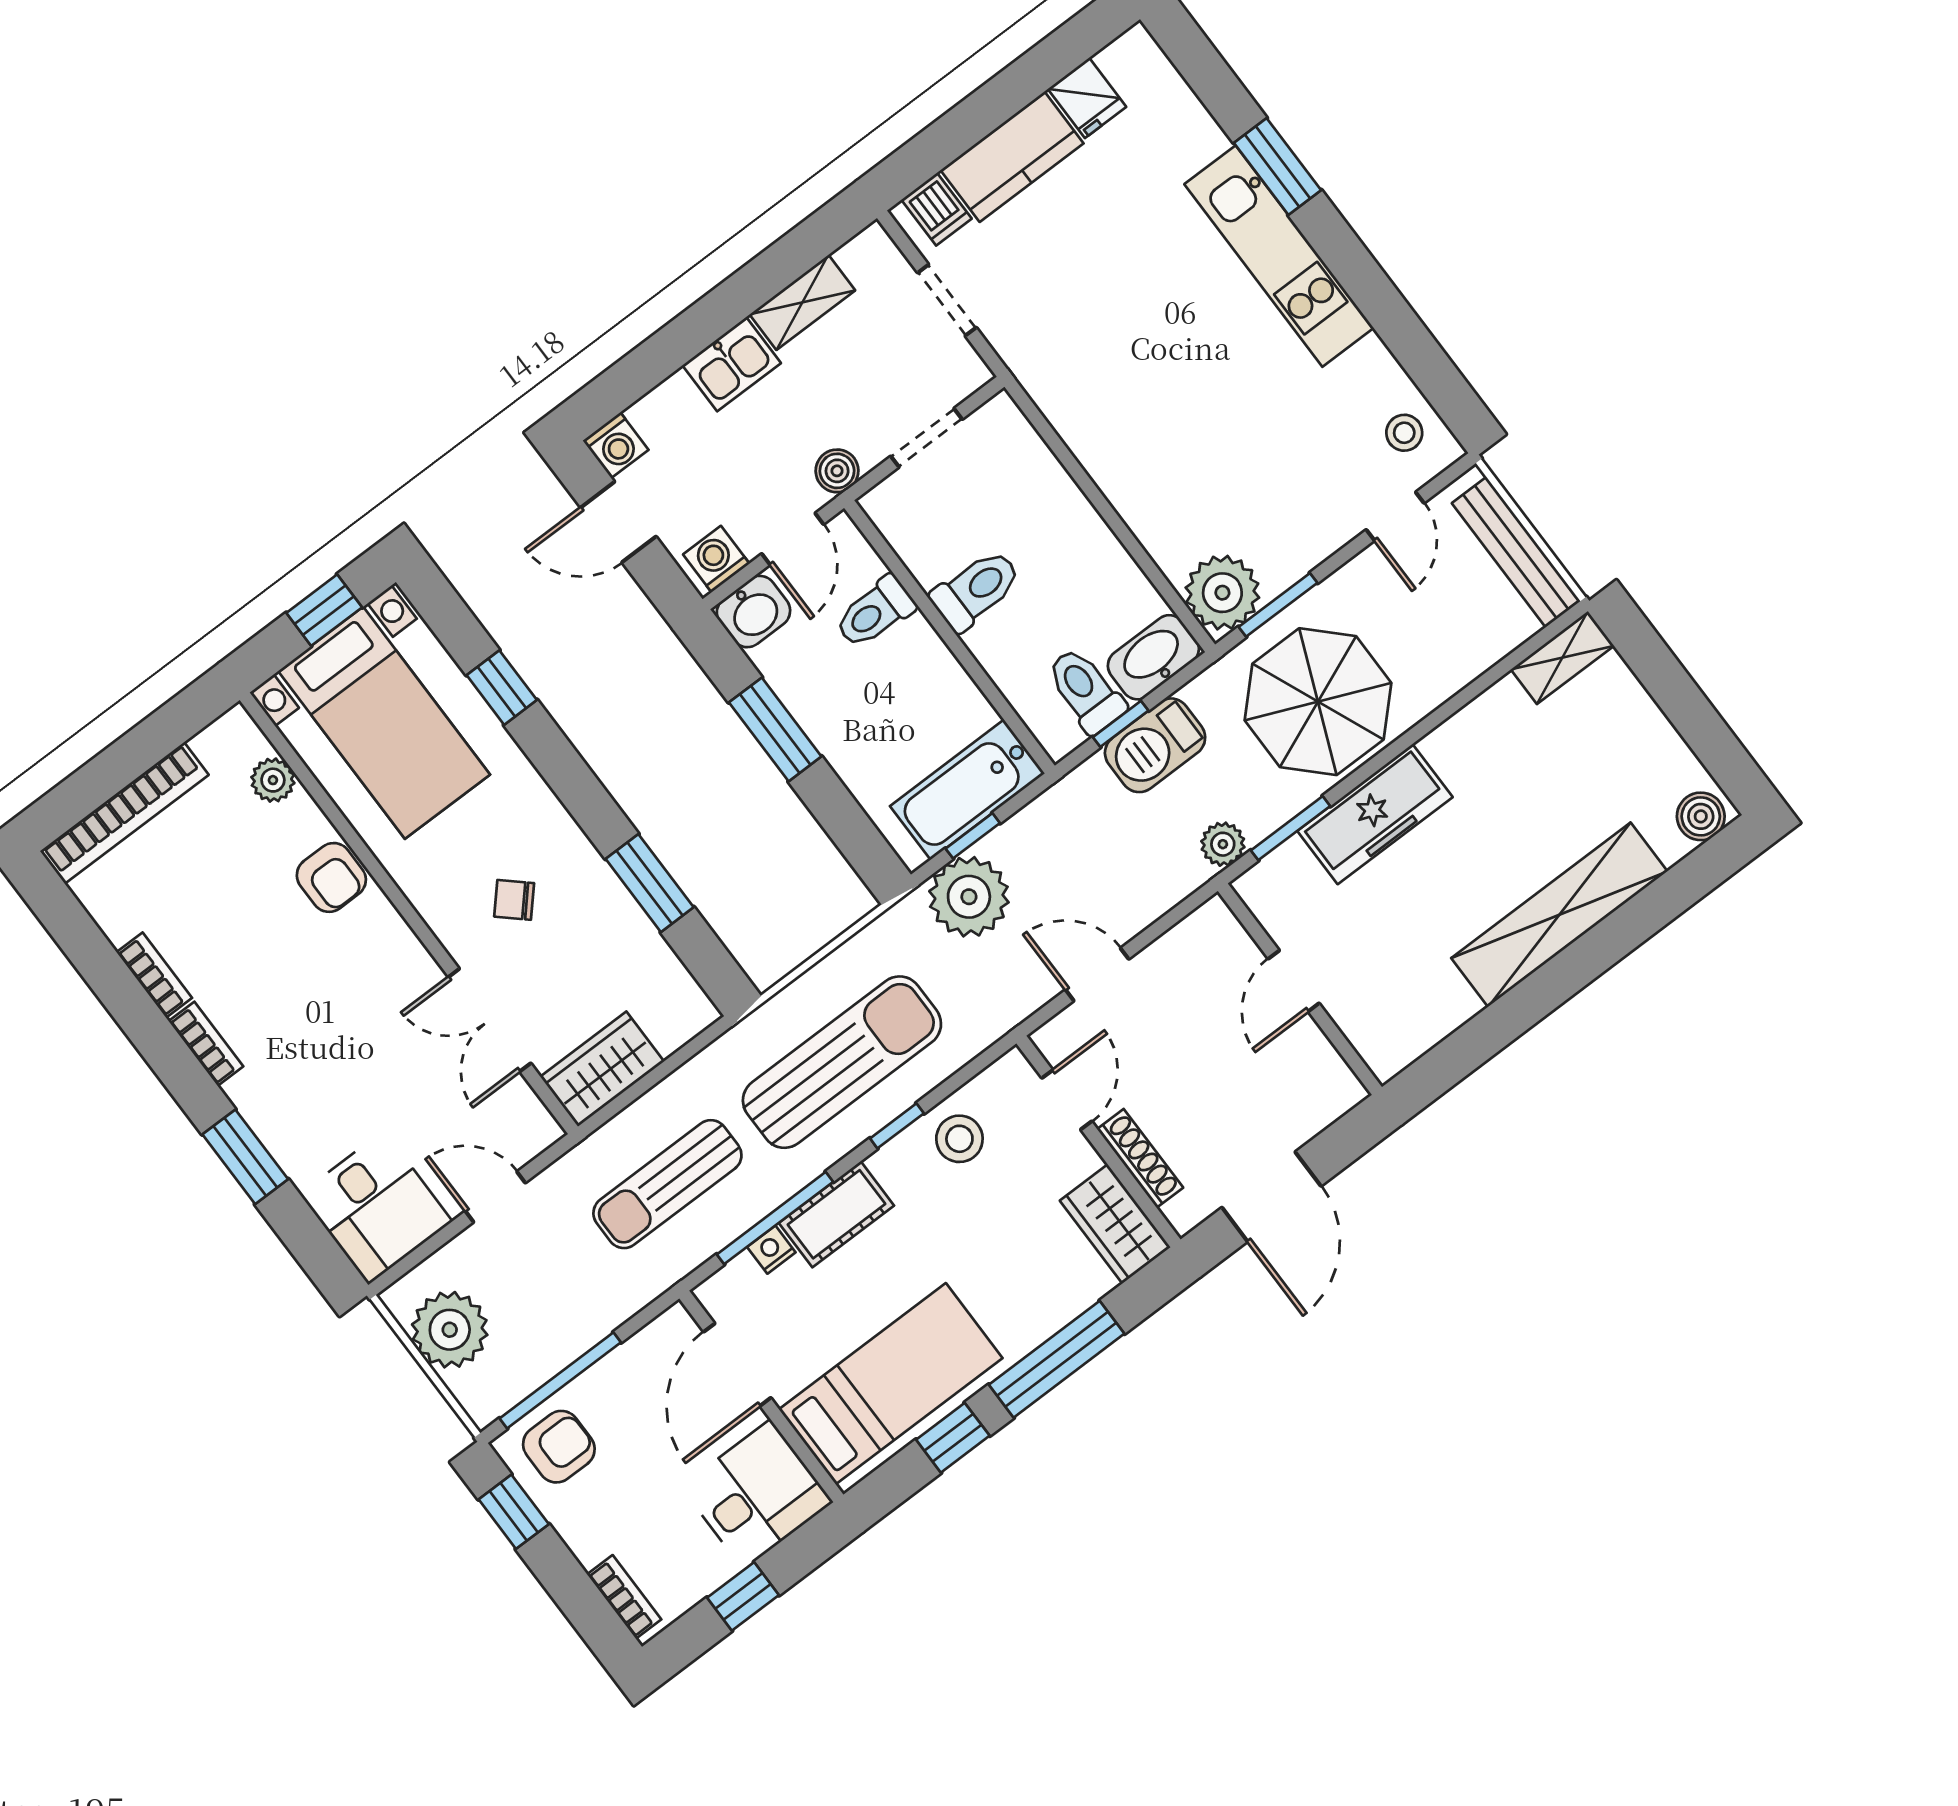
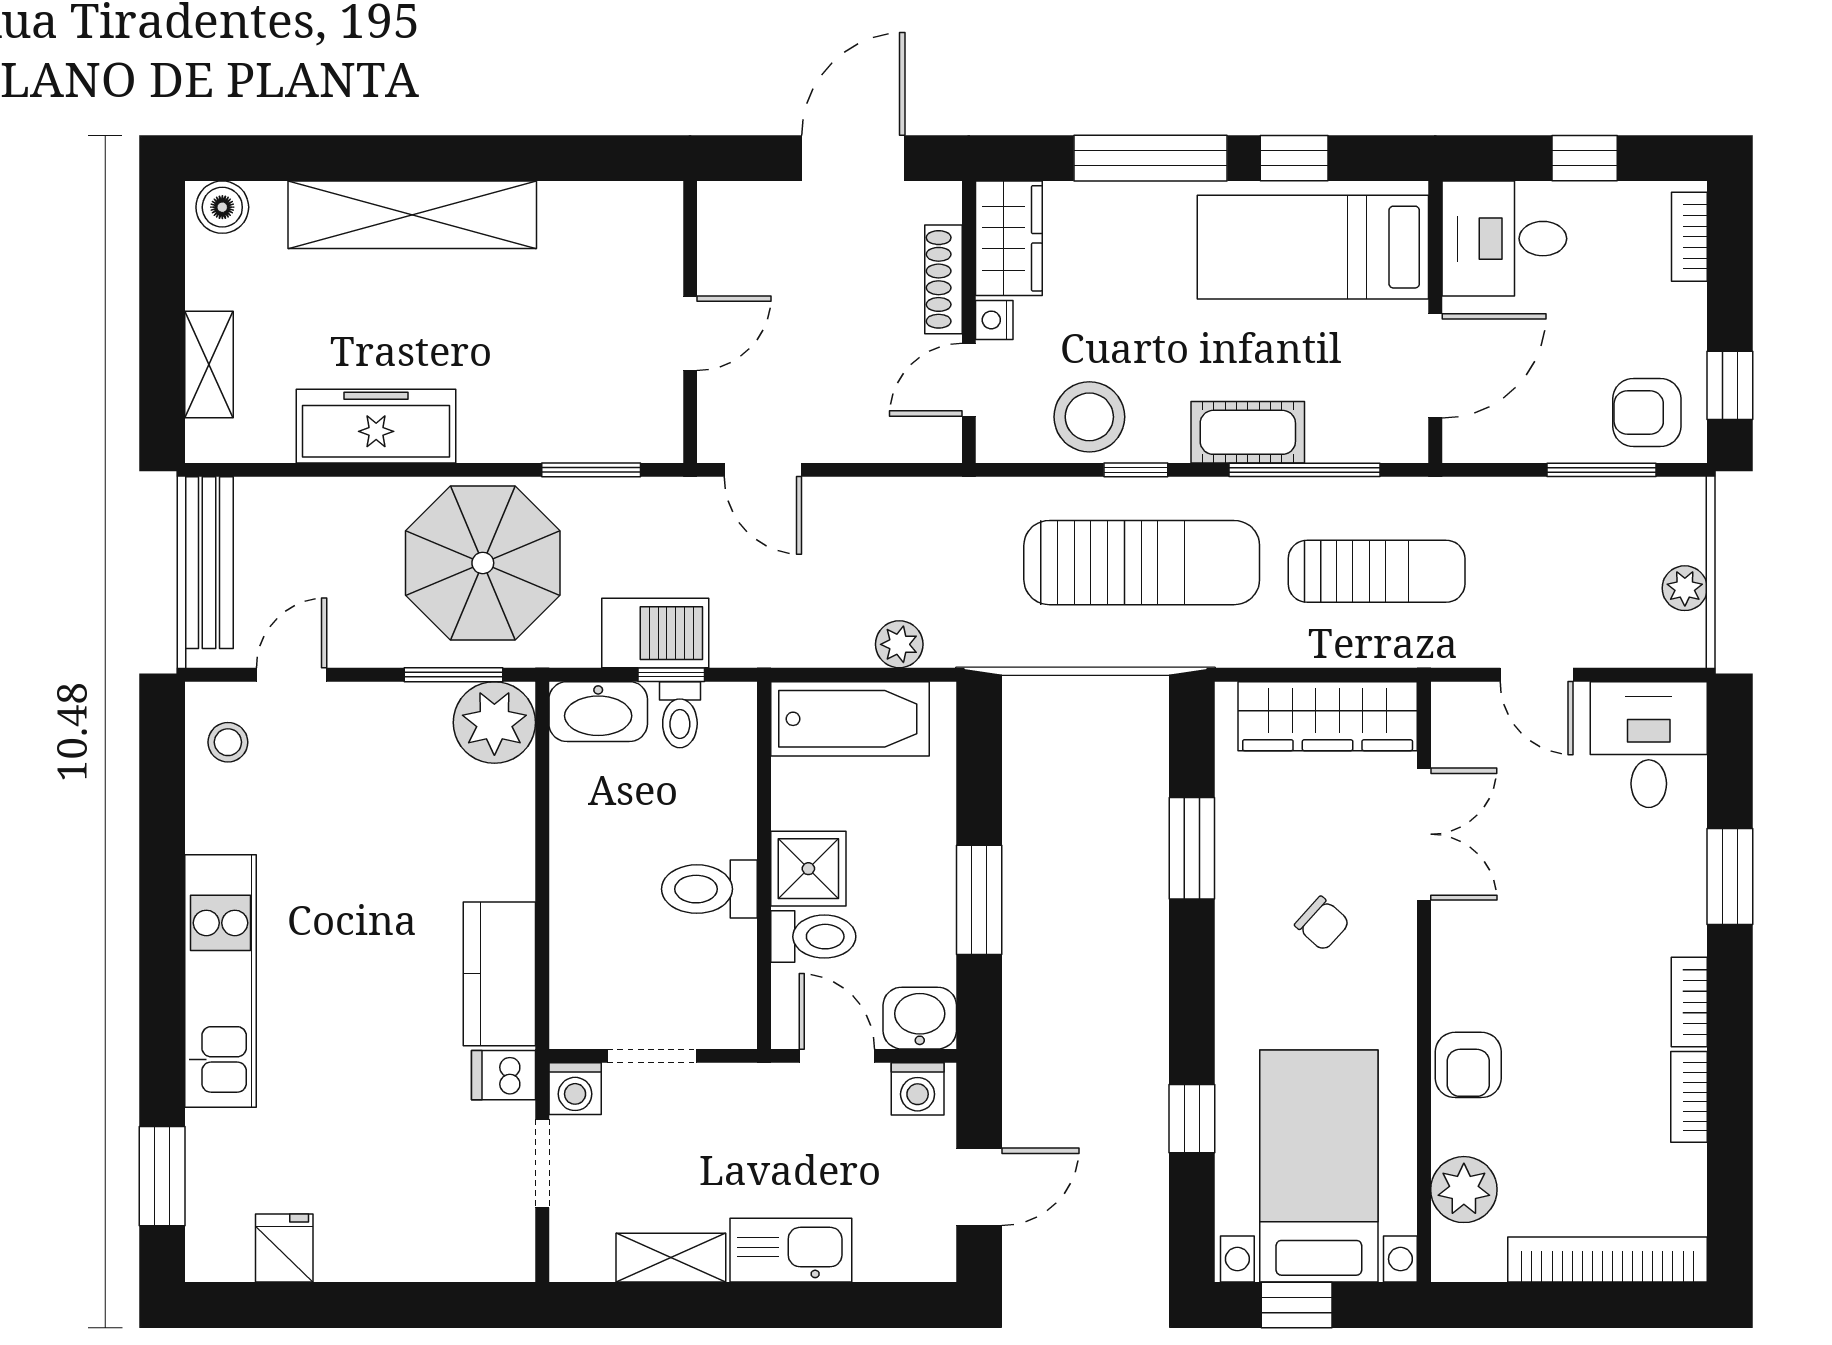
kitchen counter: (1012, 157) -> (499, 974), moved, turned -90
window: (1278, 166) -> (162, 1176), moved
dishwasher: (937, 209) -> (503, 1075), moved, turned -90
kitchen sink: (732, 364) -> (791, 1250), width x1.38
washing machine: (616, 445) -> (575, 1089), moved, turned 180
boiler: (837, 471) -> (752, 1086), removed
door: (618, 522) -> (979, 1187), hinge flipped
door: (793, 539) -> (837, 1056), hinge flipped
shelving: (1562, 658) -> (209, 365), moved, turned 90
shower: (916, 659) -> (808, 869), added
toilet: (1086, 690) -> (680, 715), width x0.73, depth x0.72
plant: (273, 780) -> (1464, 1190), width x1.38, depth x1.38
freezer: (1375, 814) -> (376, 426), moved
window: (973, 836) -> (876, 675), removed
plant: (1223, 844) -> (661, 501), removed
armchair: (331, 877) -> (1468, 1065), turned 180
plant: (969, 897) -> (899, 644), width x0.53, depth x0.53
door: (1097, 974) -> (763, 470), moved
sun lounger: (842, 1062) -> (1142, 563), turned 180
wardrobe: (602, 1069) -> (1328, 716), width x1.50
stool: (959, 1139) -> (1089, 417), width x1.38, depth x1.38
nightstand: (771, 1250) -> (994, 320), moved, turned 90
plant: (450, 1330) -> (1685, 588), width x0.53, depth x0.53
window: (560, 1380) -> (1602, 470), width x0.69

